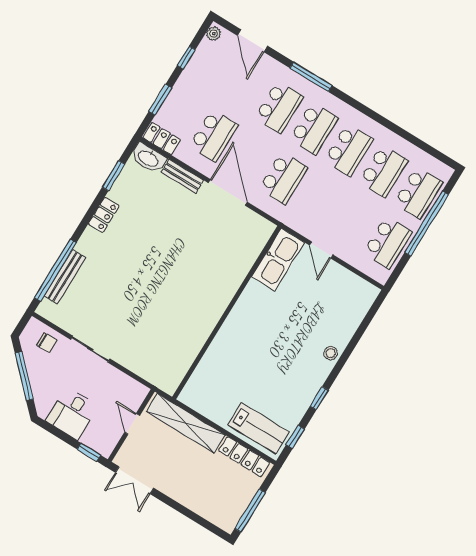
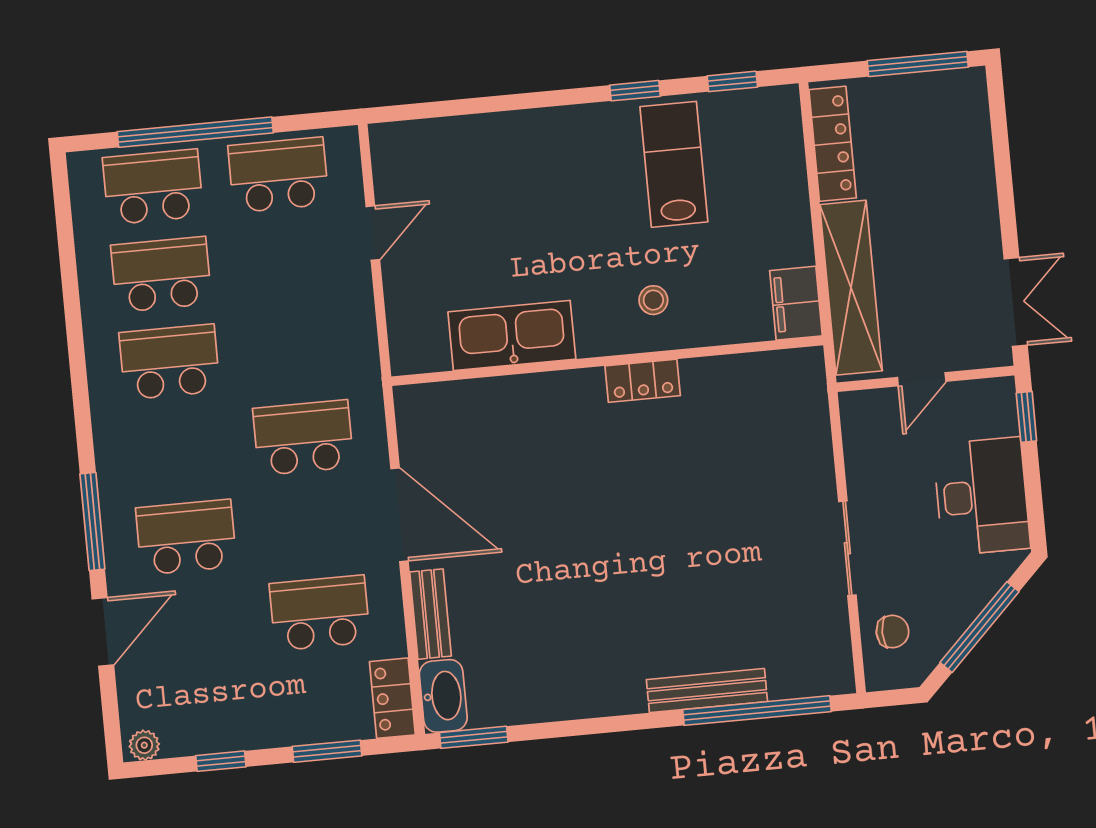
door: (252, 41) -> (103, 632), moved
school desk: (314, 129) -> (178, 450), removed
window: (114, 176) -> (474, 737), moved
door: (228, 192) -> (399, 515), swing flipped
locker: (104, 215) -> (643, 381), moved, turned 180
door: (321, 250) -> (373, 233), moved
kitchen sink: (278, 259) -> (512, 335), moved
bench: (65, 277) -> (707, 691), moved
chair: (47, 343) -> (893, 632), turned 90
stool: (331, 353) -> (653, 300), moved
filing cabinet: (195, 399) -> (796, 303), added
desk: (72, 413) -> (982, 496), width x1.37
lab bench: (259, 428) -> (674, 164), moved

